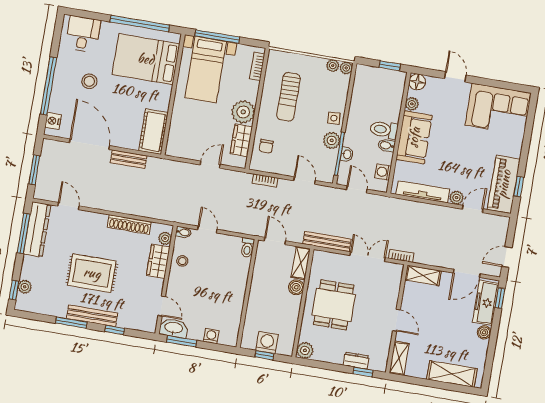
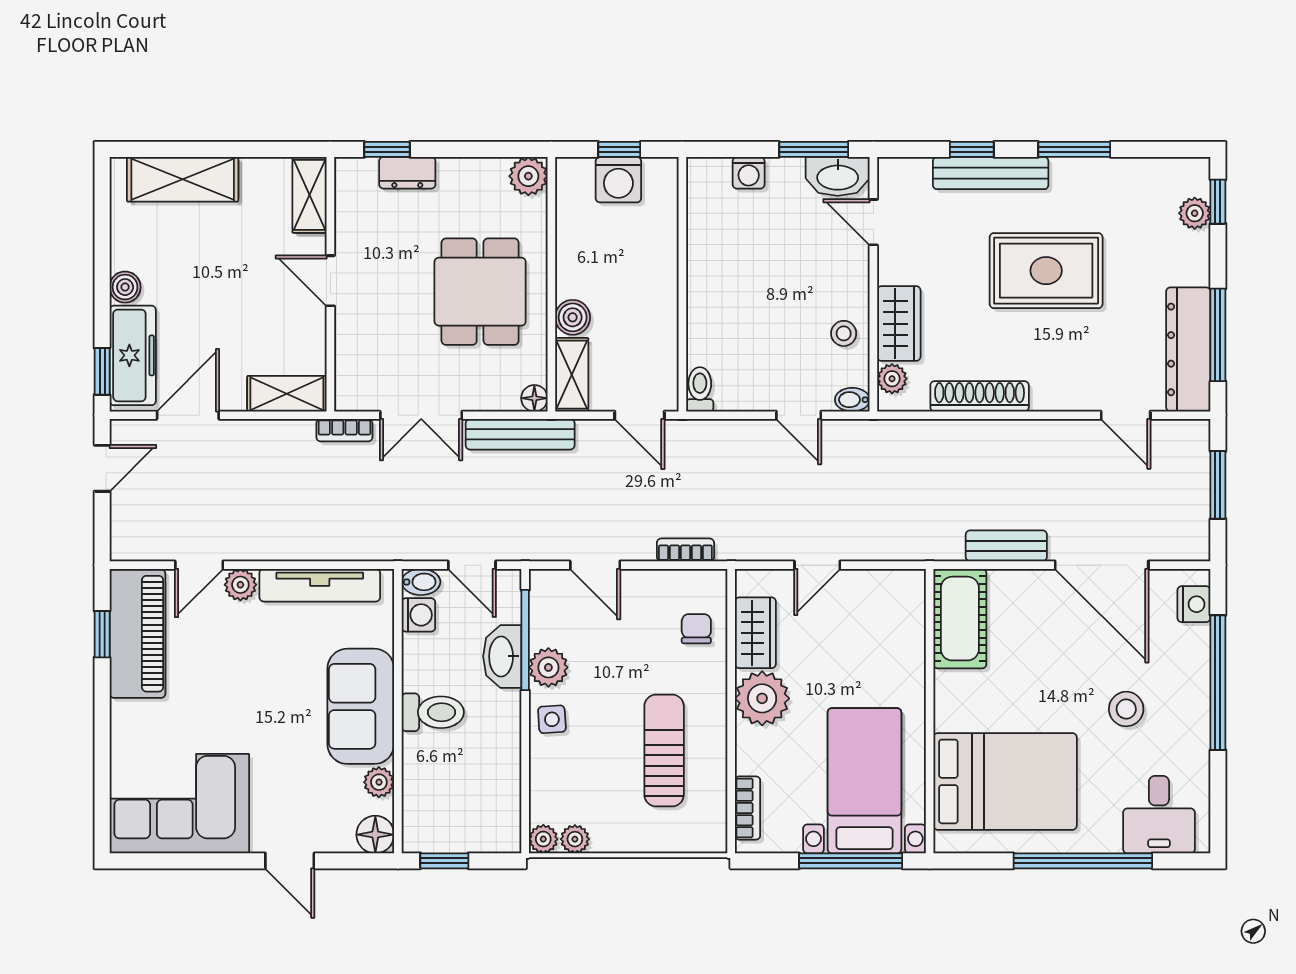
window: (140, 23) -> (1083, 861), moved
bidet: (386, 145) -> (421, 582), moved
washbasin: (347, 154) -> (502, 656), width x1.91, depth x1.45
floor lamp: (318, 256) -> (534, 398), added
bench: (92, 316) -> (991, 173), moved

